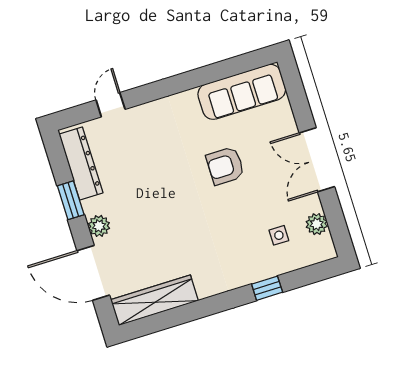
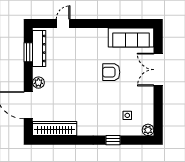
double door: (317, 160) -> (158, 70), moved
window: (71, 200) -> (28, 52), moved
plant: (317, 224) -> (148, 130), moved

